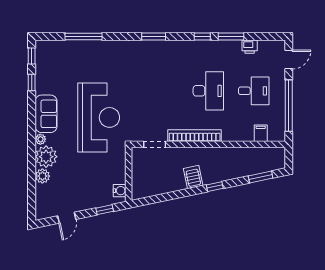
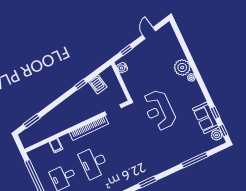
sofa: (46, 114) -> (206, 118), moved
reception desk: (99, 117) -> (159, 110), width x0.74, depth x0.77
filing cabinet: (261, 133) -> (56, 146), moved
plant: (42, 176) -> (217, 135), moved
server rack: (193, 177) -> (98, 84), moved
window: (215, 187) -> (80, 84), moved

